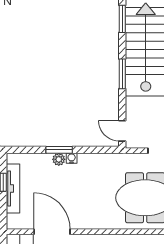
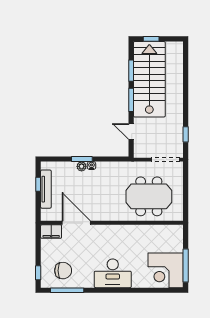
window: (122, 19) -> (131, 71), moved
door: (122, 131) -> (131, 132), moved

